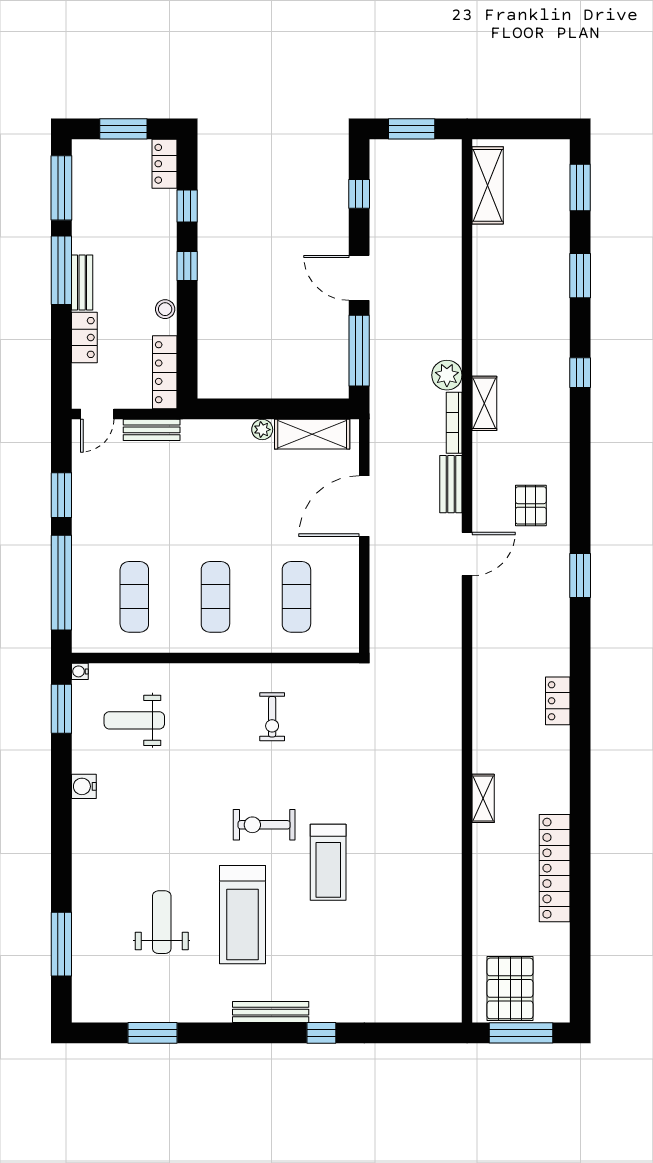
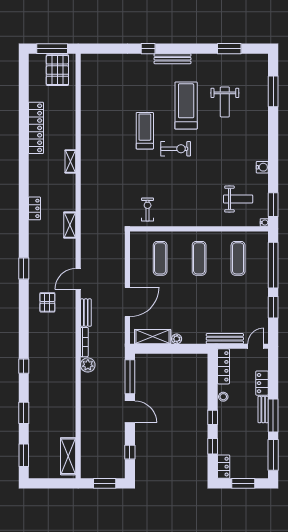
shelving: (484, 403) -> (70, 225), moved
bench: (152, 430) -> (225, 339), width x1.36
exercise bike: (272, 717) -> (148, 209), moved

